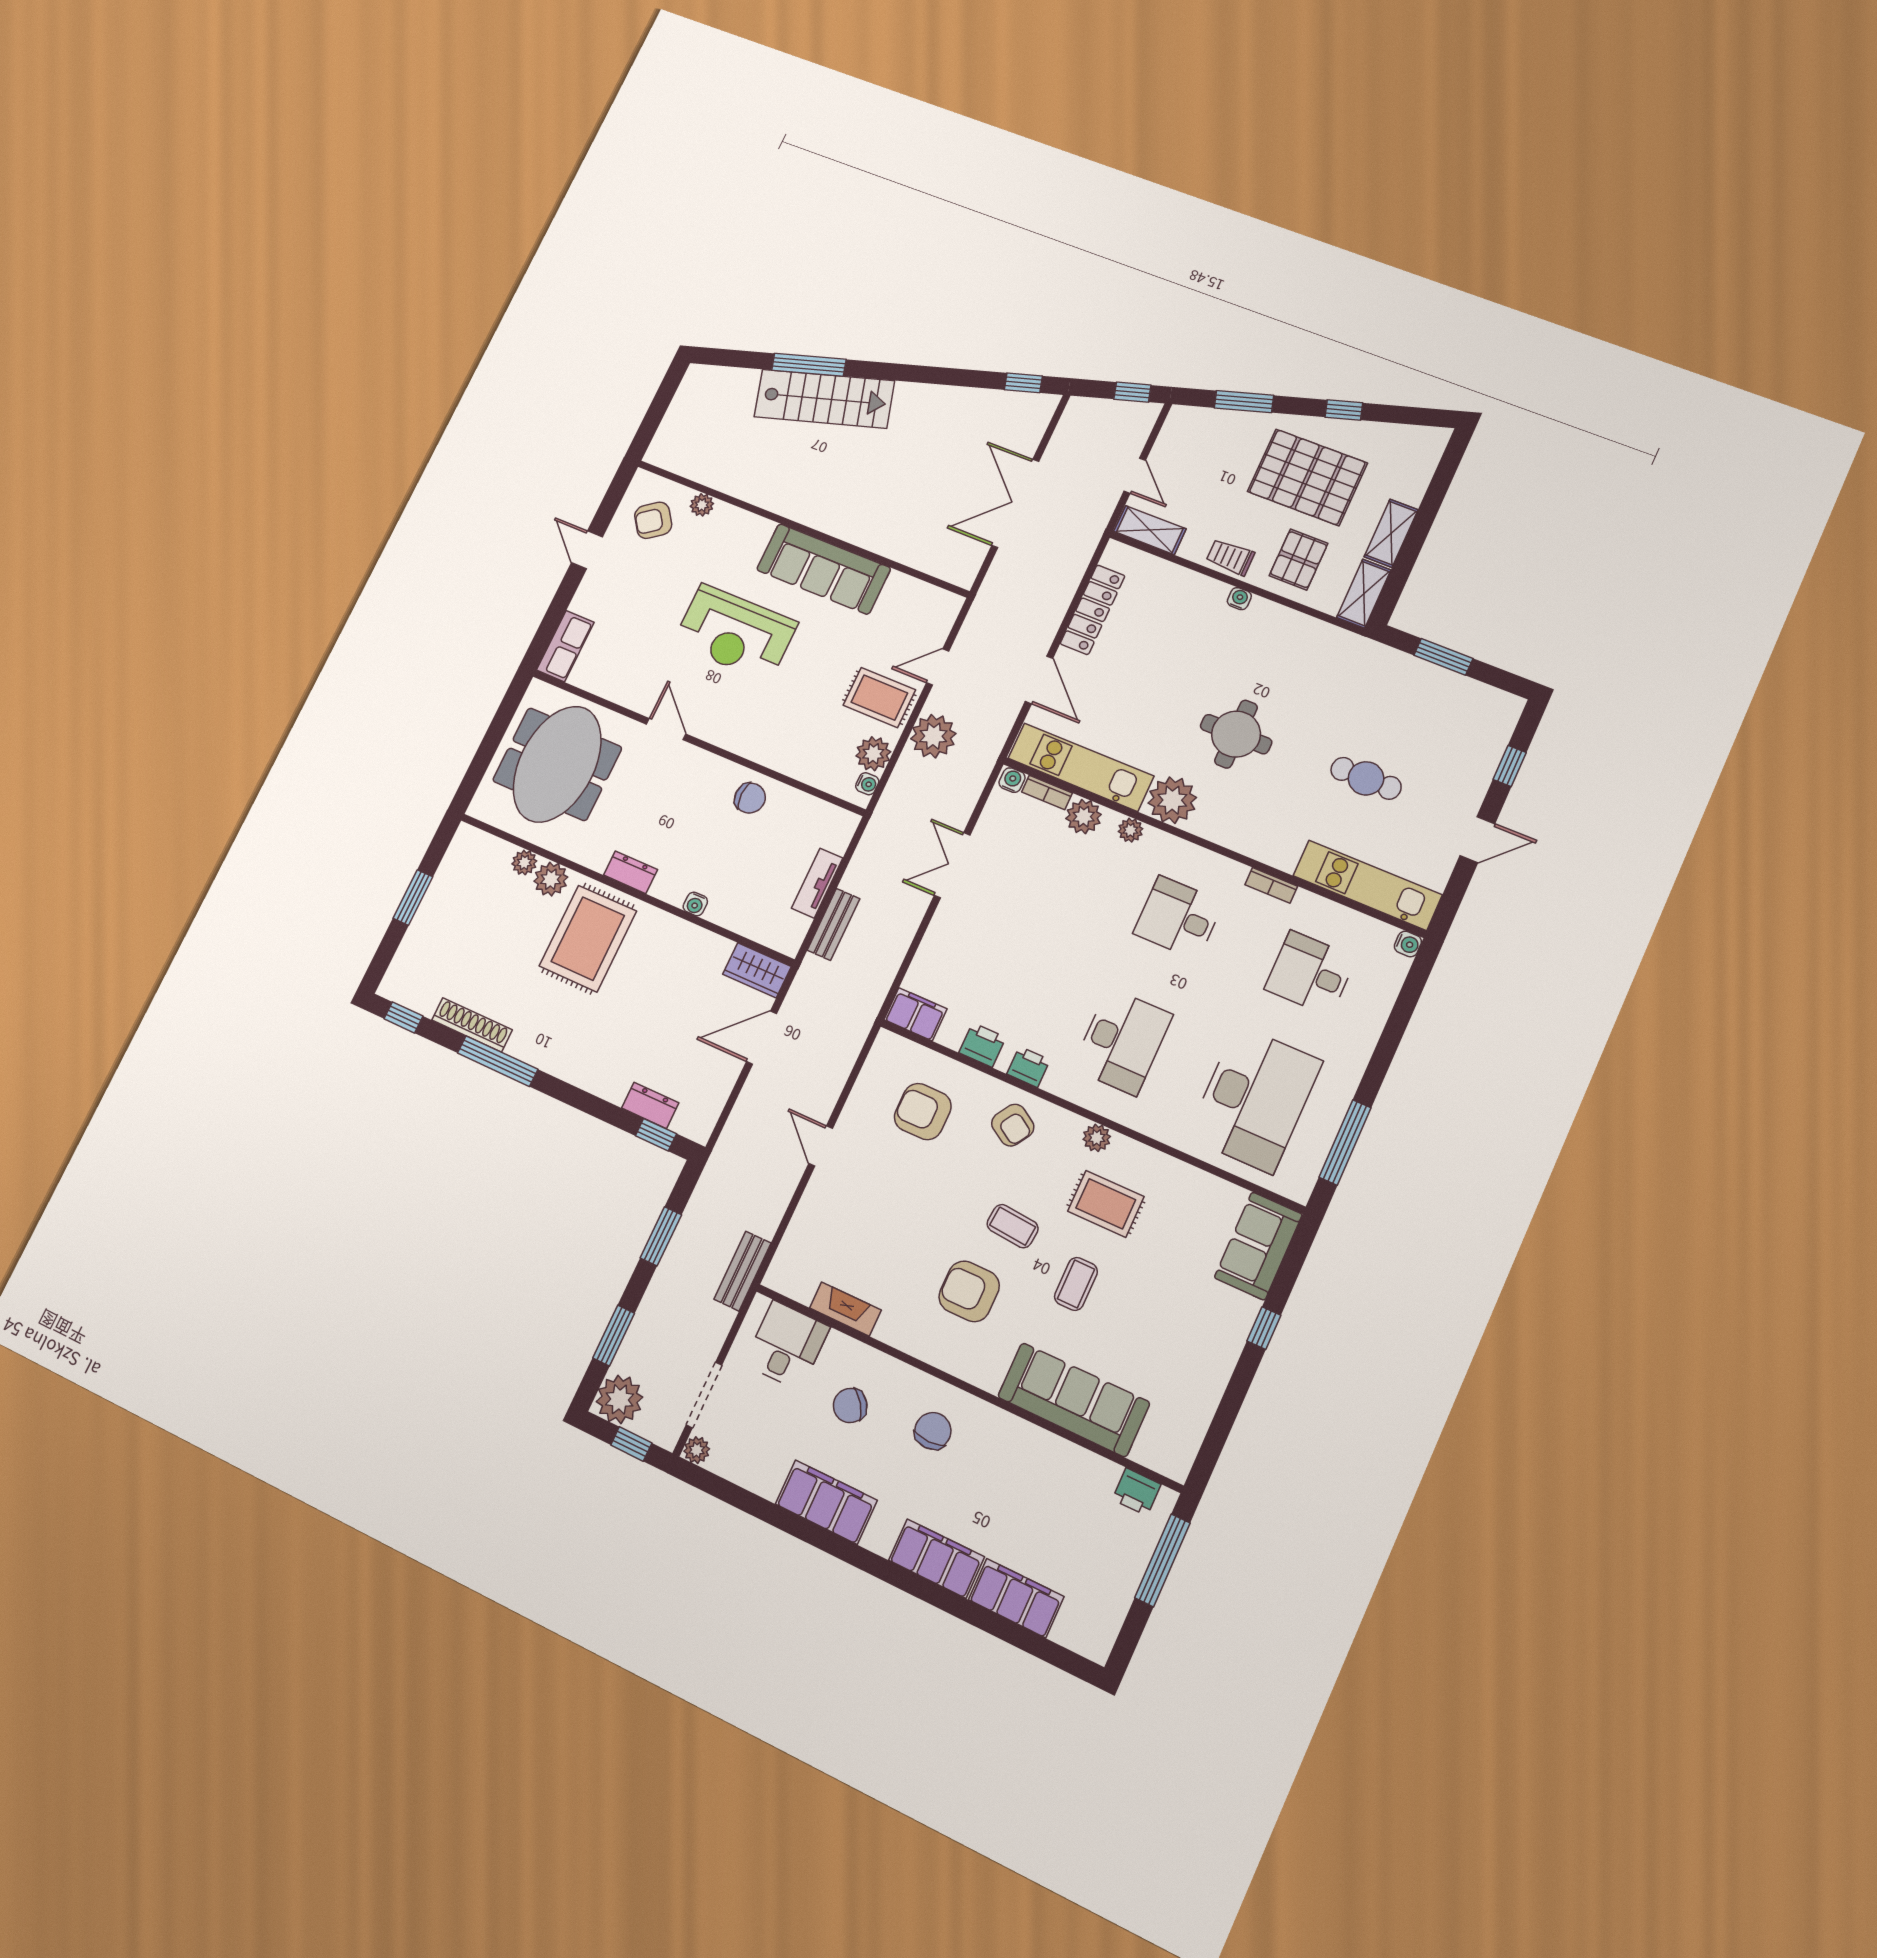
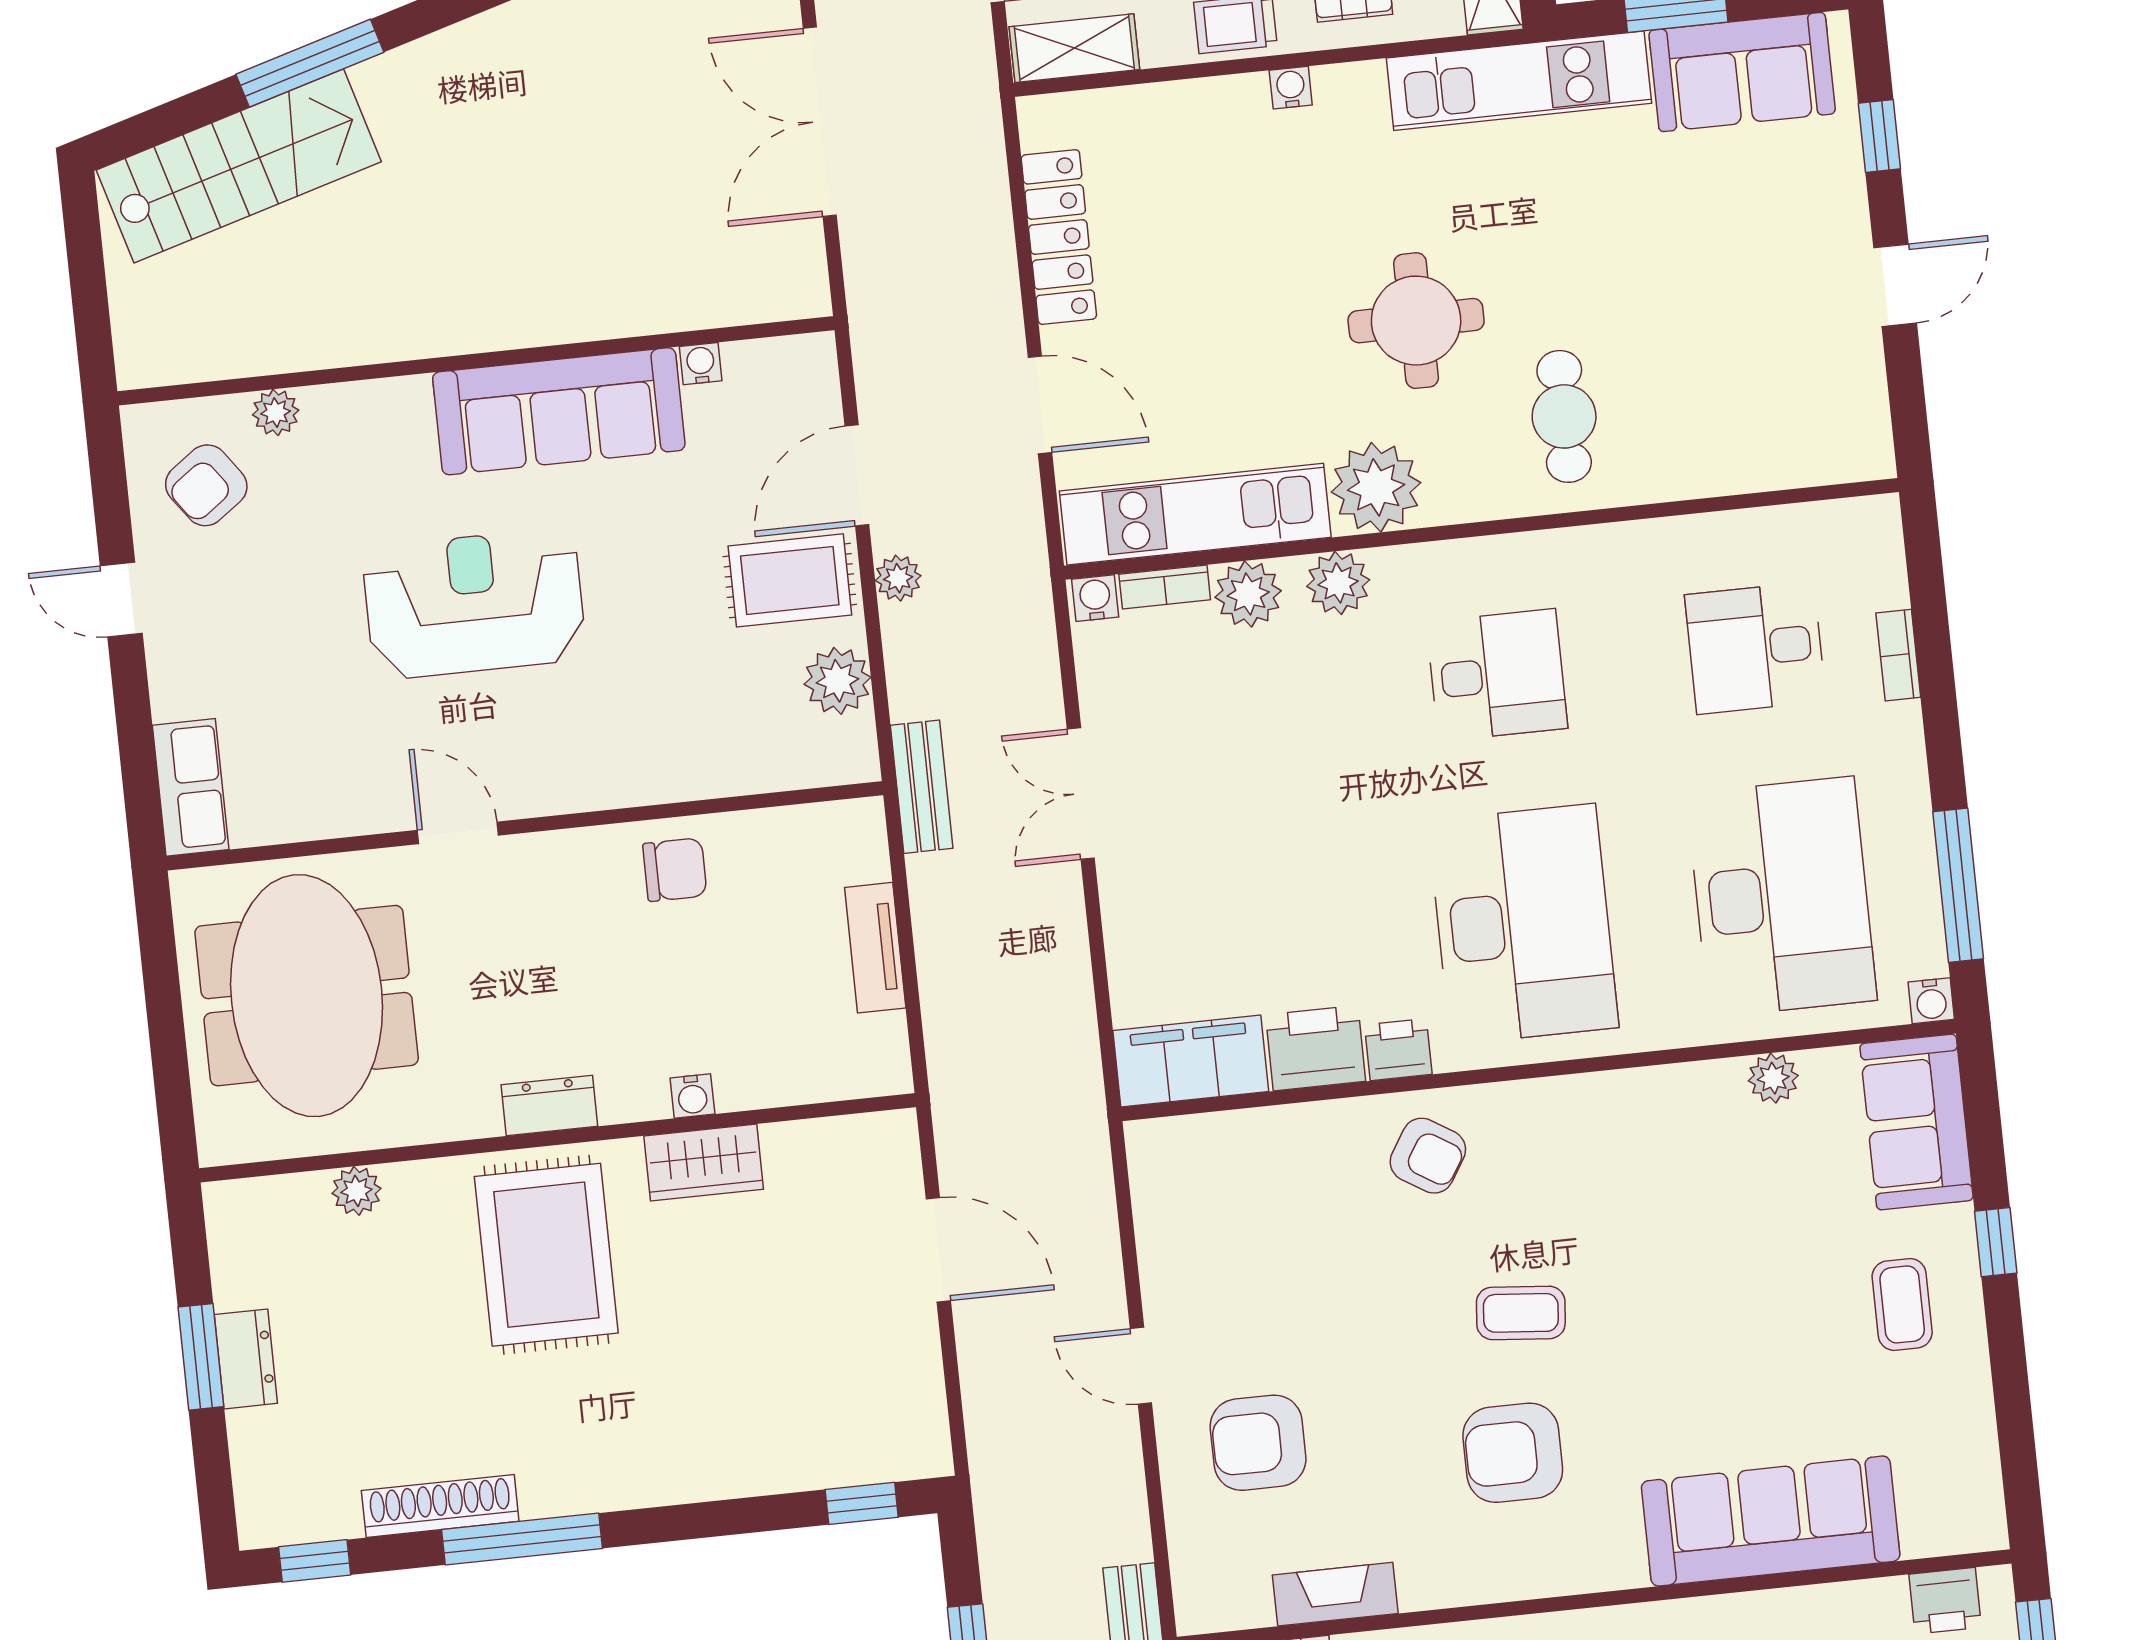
stairs: (824, 399) -> (239, 166), moved
reception desk: (735, 633) -> (474, 604), turned 180
door: (938, 667) -> (857, 475), width x1.37
sofa: (1459, 702) -> (1742, 72), added
plant: (933, 736) -> (898, 578), width x0.53, depth x0.53
cafe table: (1366, 778) -> (1564, 416), moved, turned 90
water cooler: (867, 784) -> (701, 364), moved, turned -90
plant: (1130, 830) -> (1338, 583), width x1.38, depth x1.38
plant: (551, 879) -> (420, 1193), removed
bookcase: (1271, 885) -> (1898, 655), moved, turned 90
kitchen unit: (1367, 885) -> (1519, 81), moved, turned 180
desk: (1178, 918) -> (1497, 675), turned 180
bench: (833, 924) -> (922, 787), moved
water cooler: (1408, 944) -> (1931, 1001), moved, turned 90
wardrobe: (757, 970) -> (704, 1163), moved
filing cabinet: (915, 1014) -> (1191, 1061), width x1.50, depth x1.17
door: (761, 1038) -> (938, 1250), swing flipped
desk: (1122, 1041) -> (1523, 924), width x1.36, depth x1.30
printer: (982, 1045) -> (1316, 1048), width x1.36, depth x1.24
dresser: (650, 1105) -> (246, 1359), moved, turned 90
armchair: (923, 1112) -> (1258, 1443), moved
plant: (1097, 1138) -> (1773, 1078), moved
rug: (1106, 1204) -> (1646, 1194), removed
coffee table: (1076, 1284) -> (1902, 1304), moved

